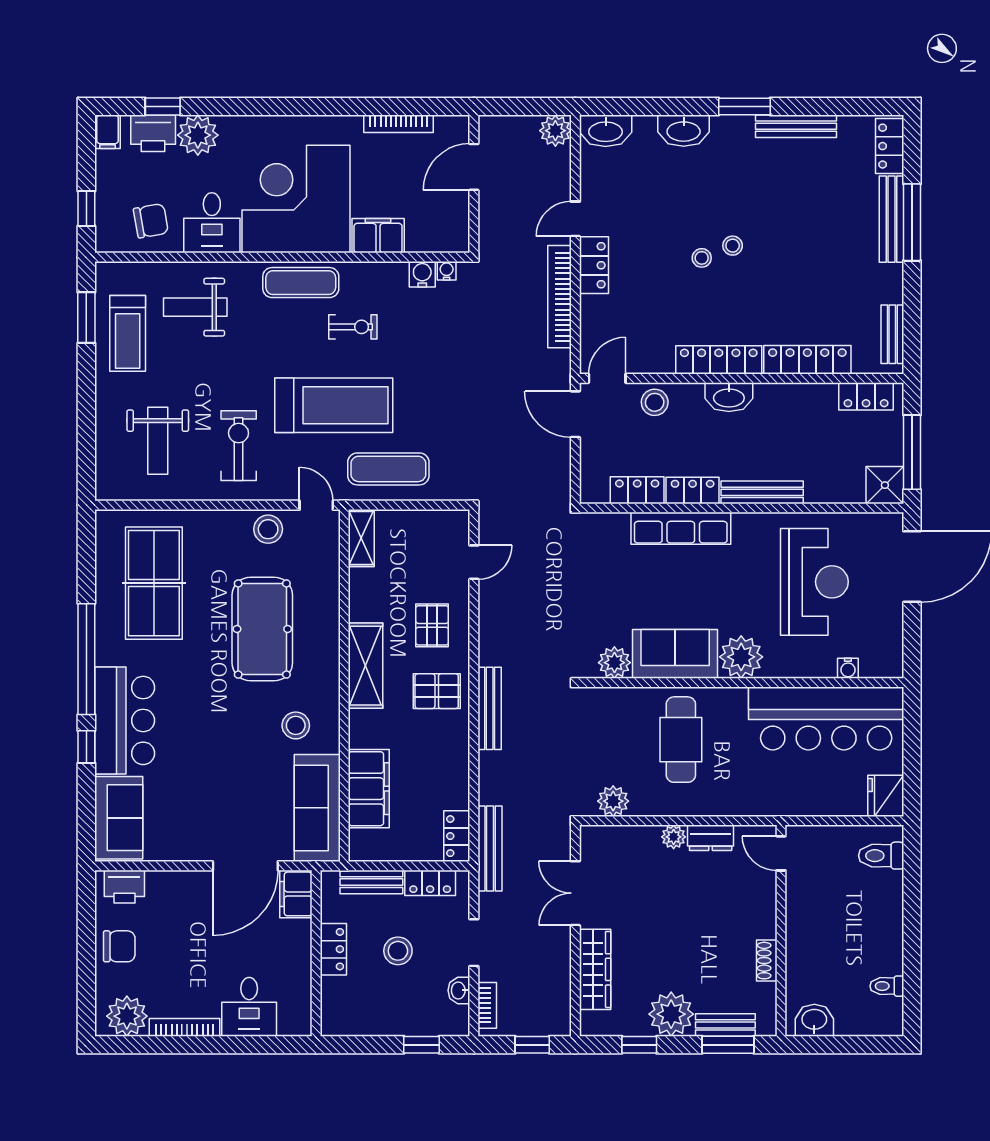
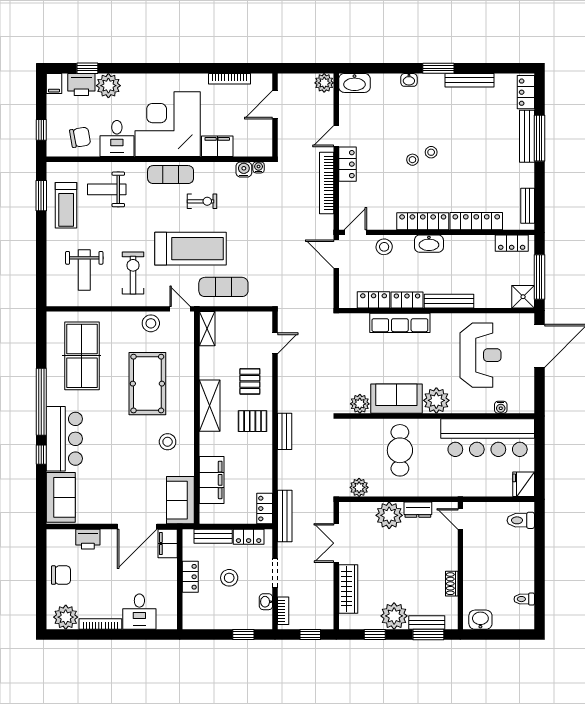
washbasin: (684, 131) -> (409, 80), width x0.52, depth x0.69
bench: (490, 708) -> (285, 431), width x0.73
sofa: (317, 808) -> (180, 500), width x0.73
plant: (674, 837) -> (389, 515), width x1.87, depth x1.87
printer: (124, 887) -> (88, 539), moved

